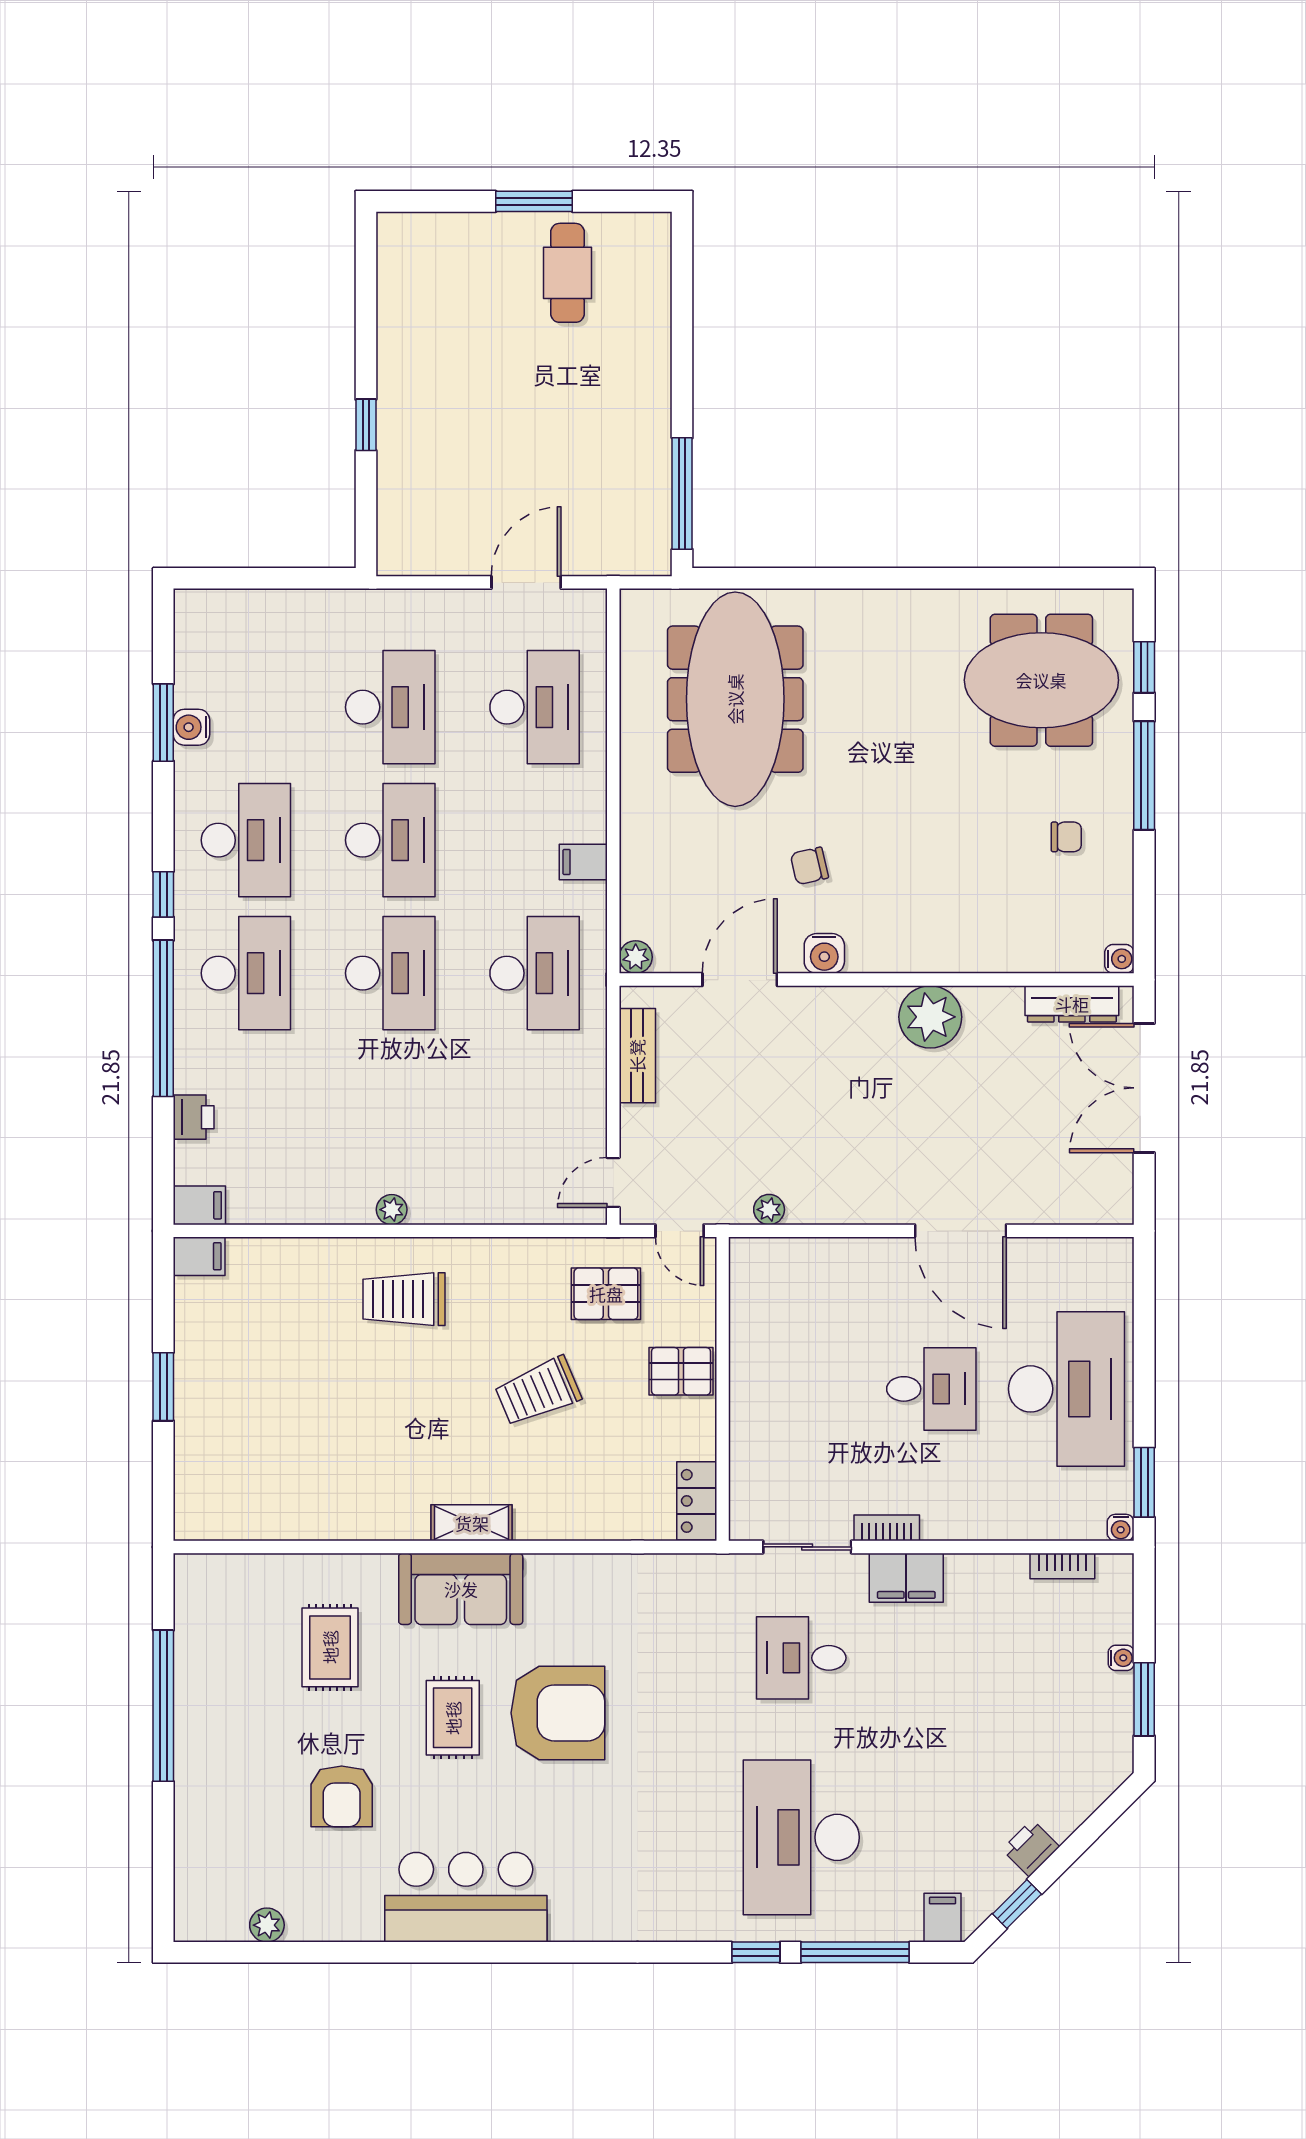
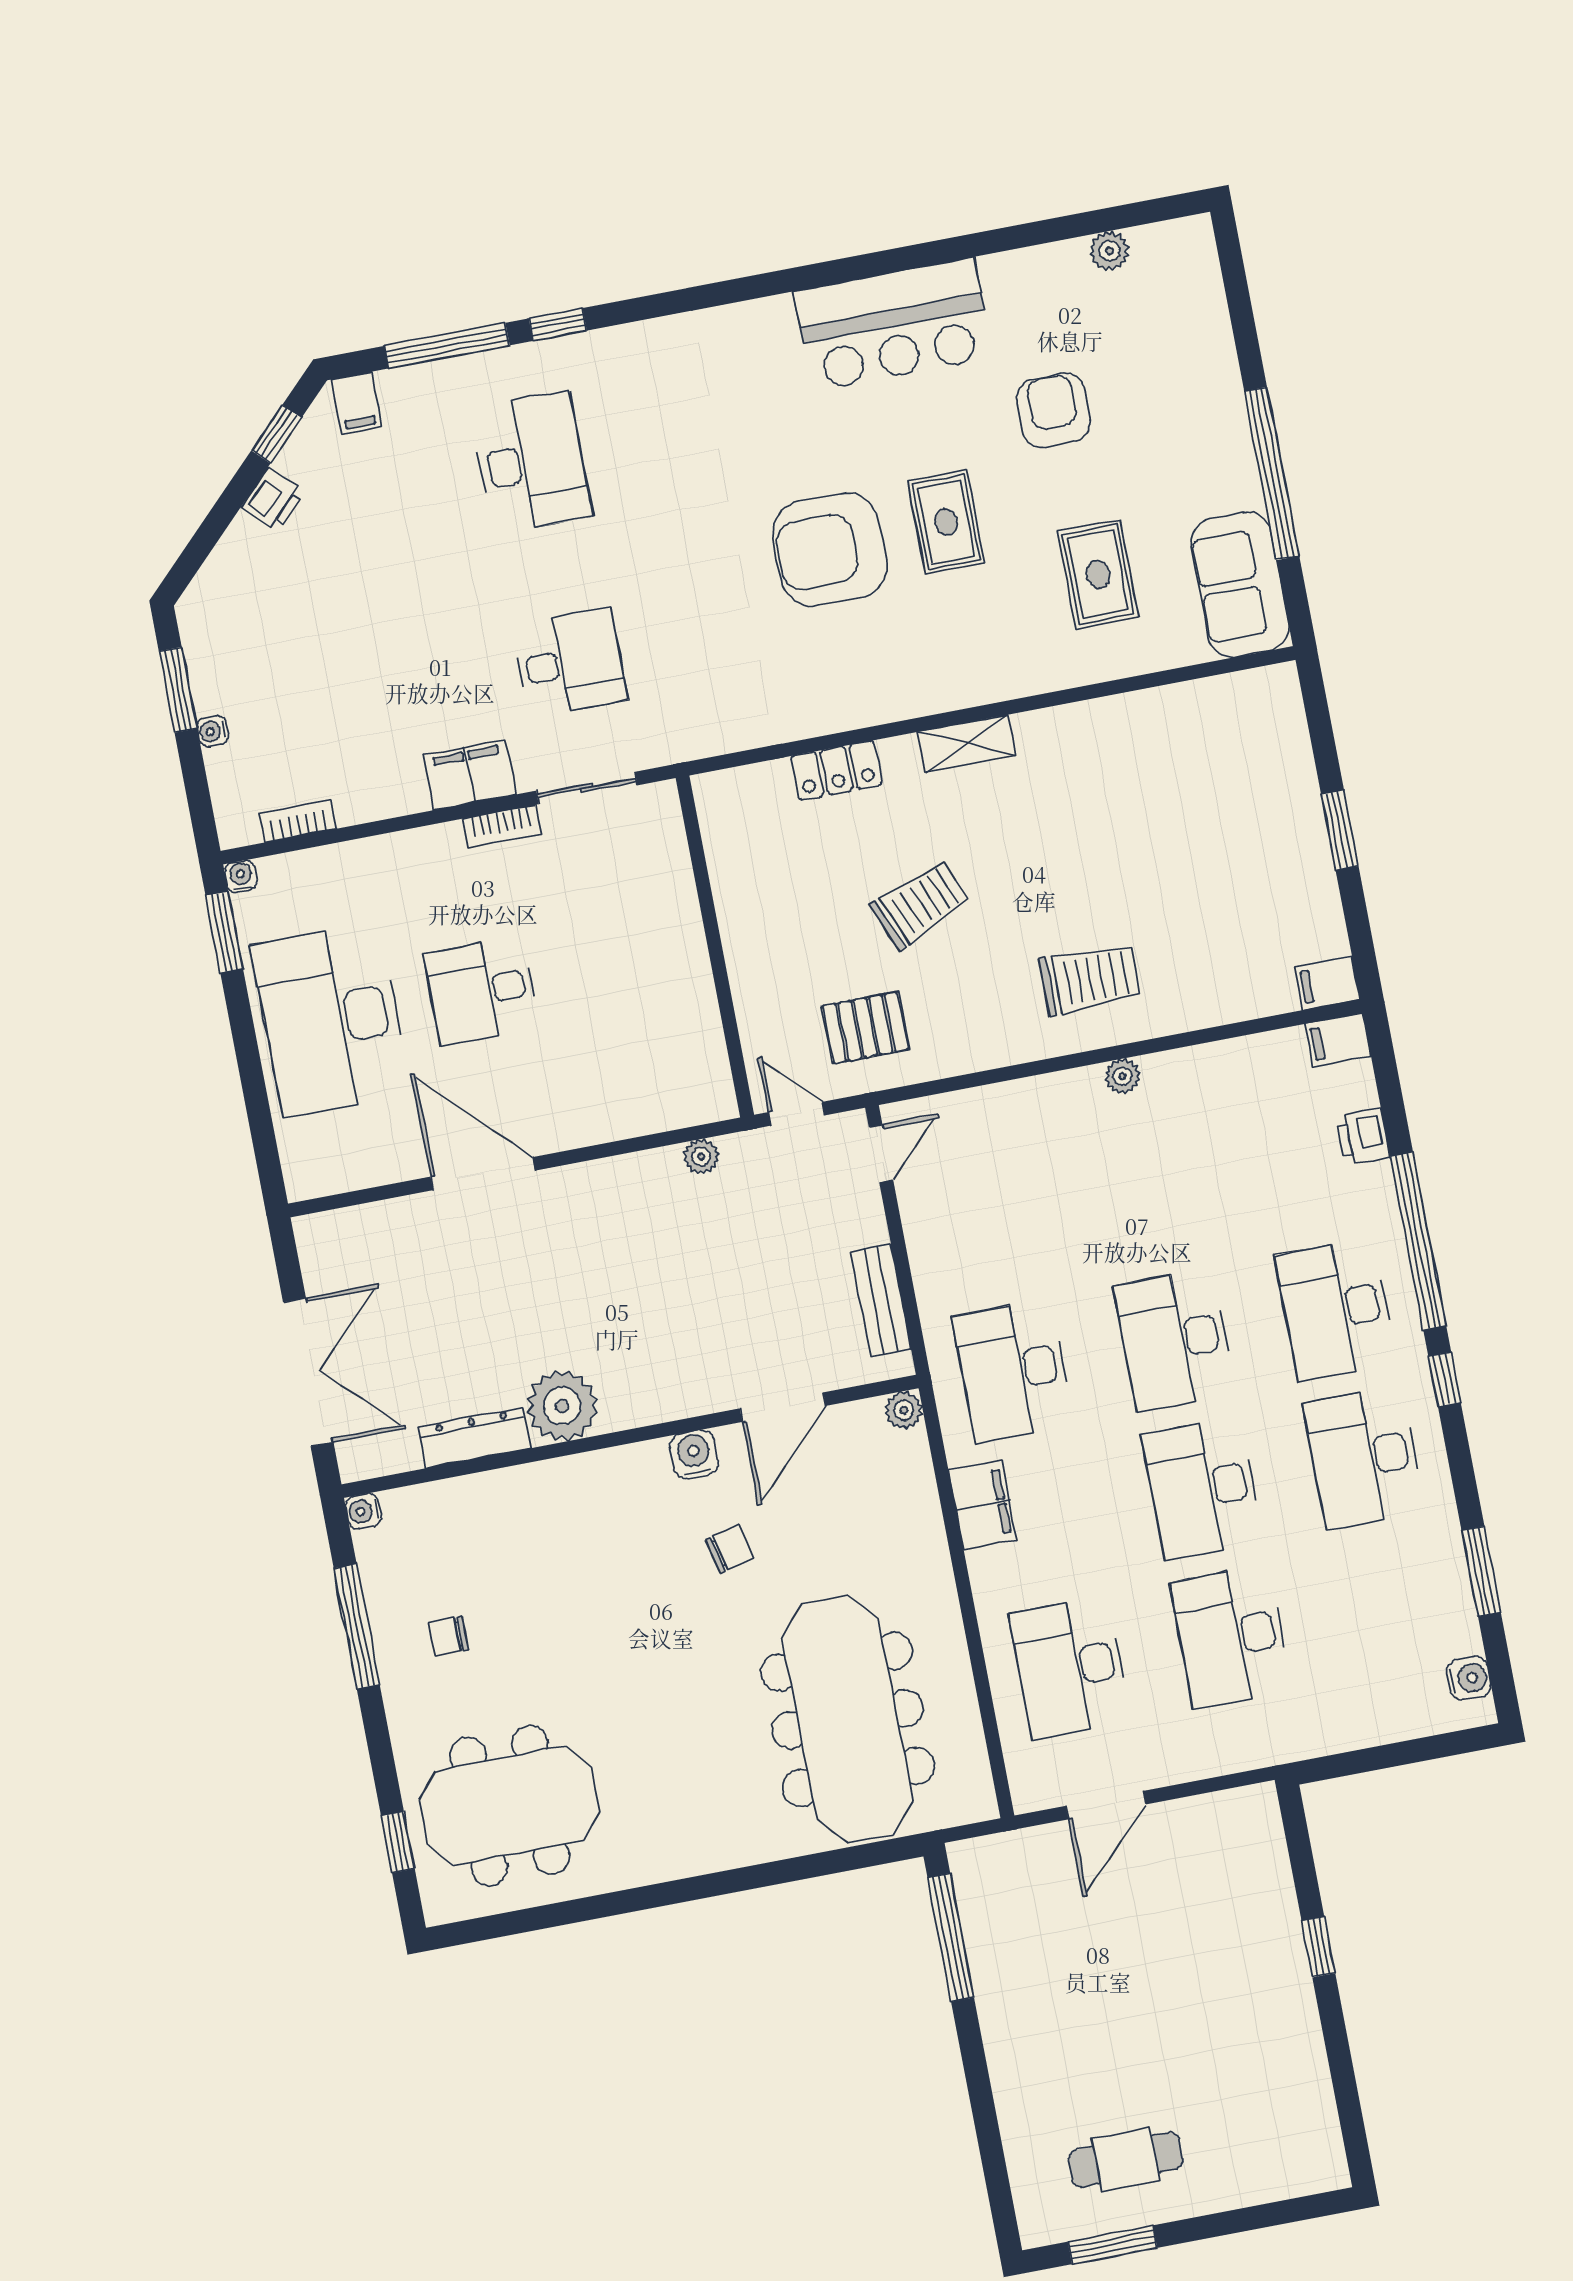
window: (534, 201) -> (1113, 2245), moved
cafe table: (568, 273) -> (1126, 2160), turned 90
water cooler: (191, 727) -> (1469, 1678), moved
window: (1144, 776) -> (357, 1627), moved
filing cabinet: (583, 862) -> (983, 1505), width x2.00
dresser: (1072, 1004) -> (474, 1438), moved
pallet: (681, 1371) -> (765, 957), removed
locker: (697, 1501) -> (836, 770), moved, turned 90
sofa: (461, 1589) -> (1240, 585), moved, turned -90
desk: (801, 1837) -> (531, 462), width x0.73, depth x0.77

